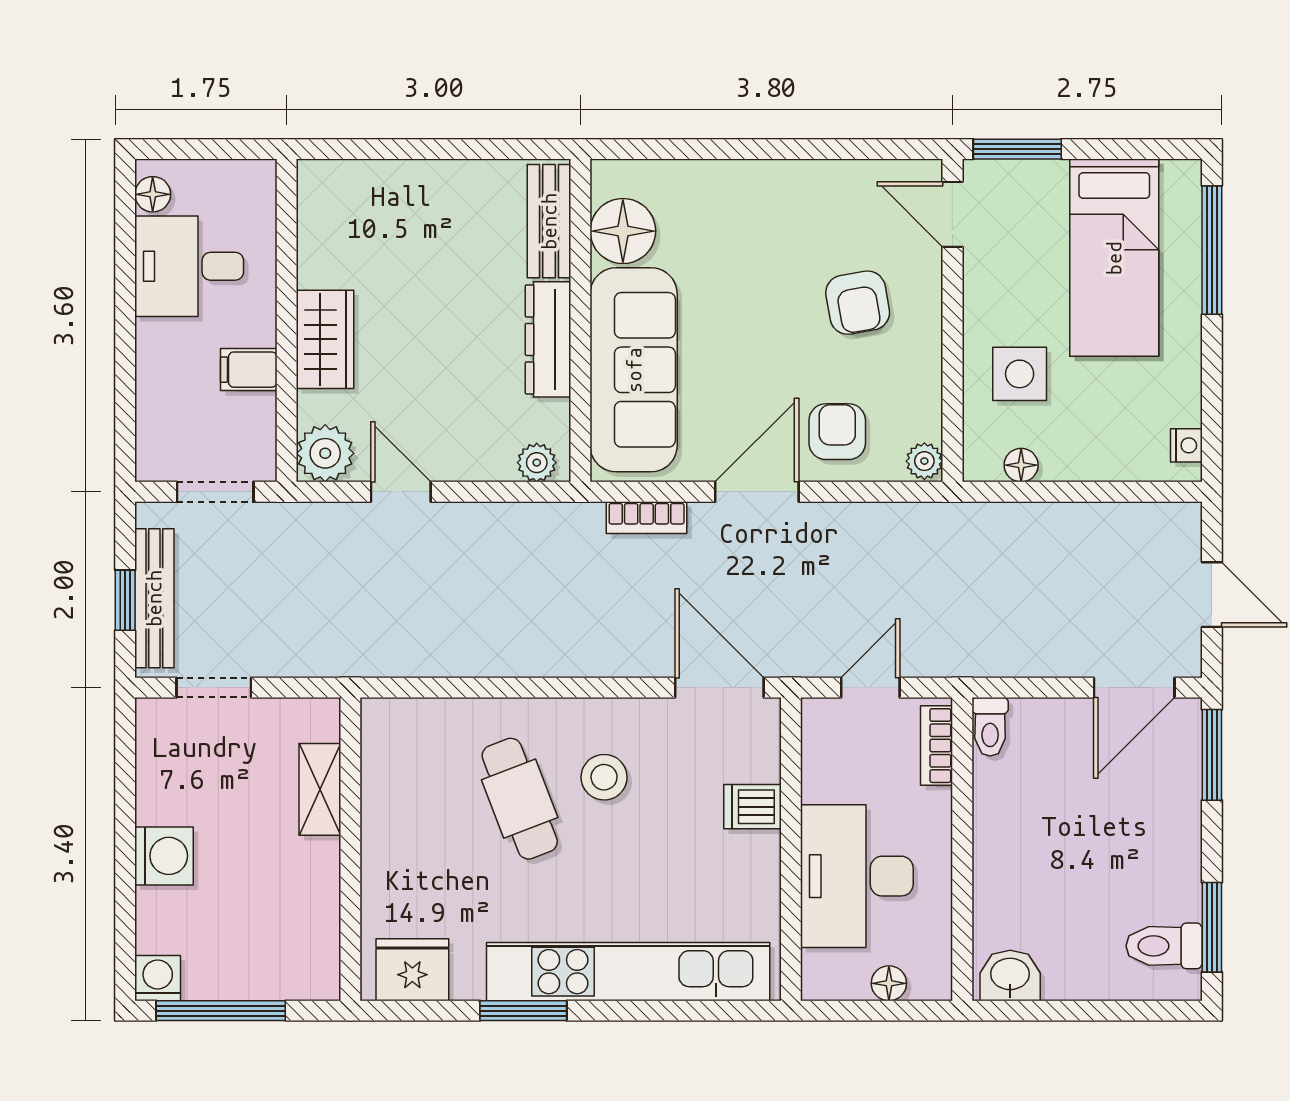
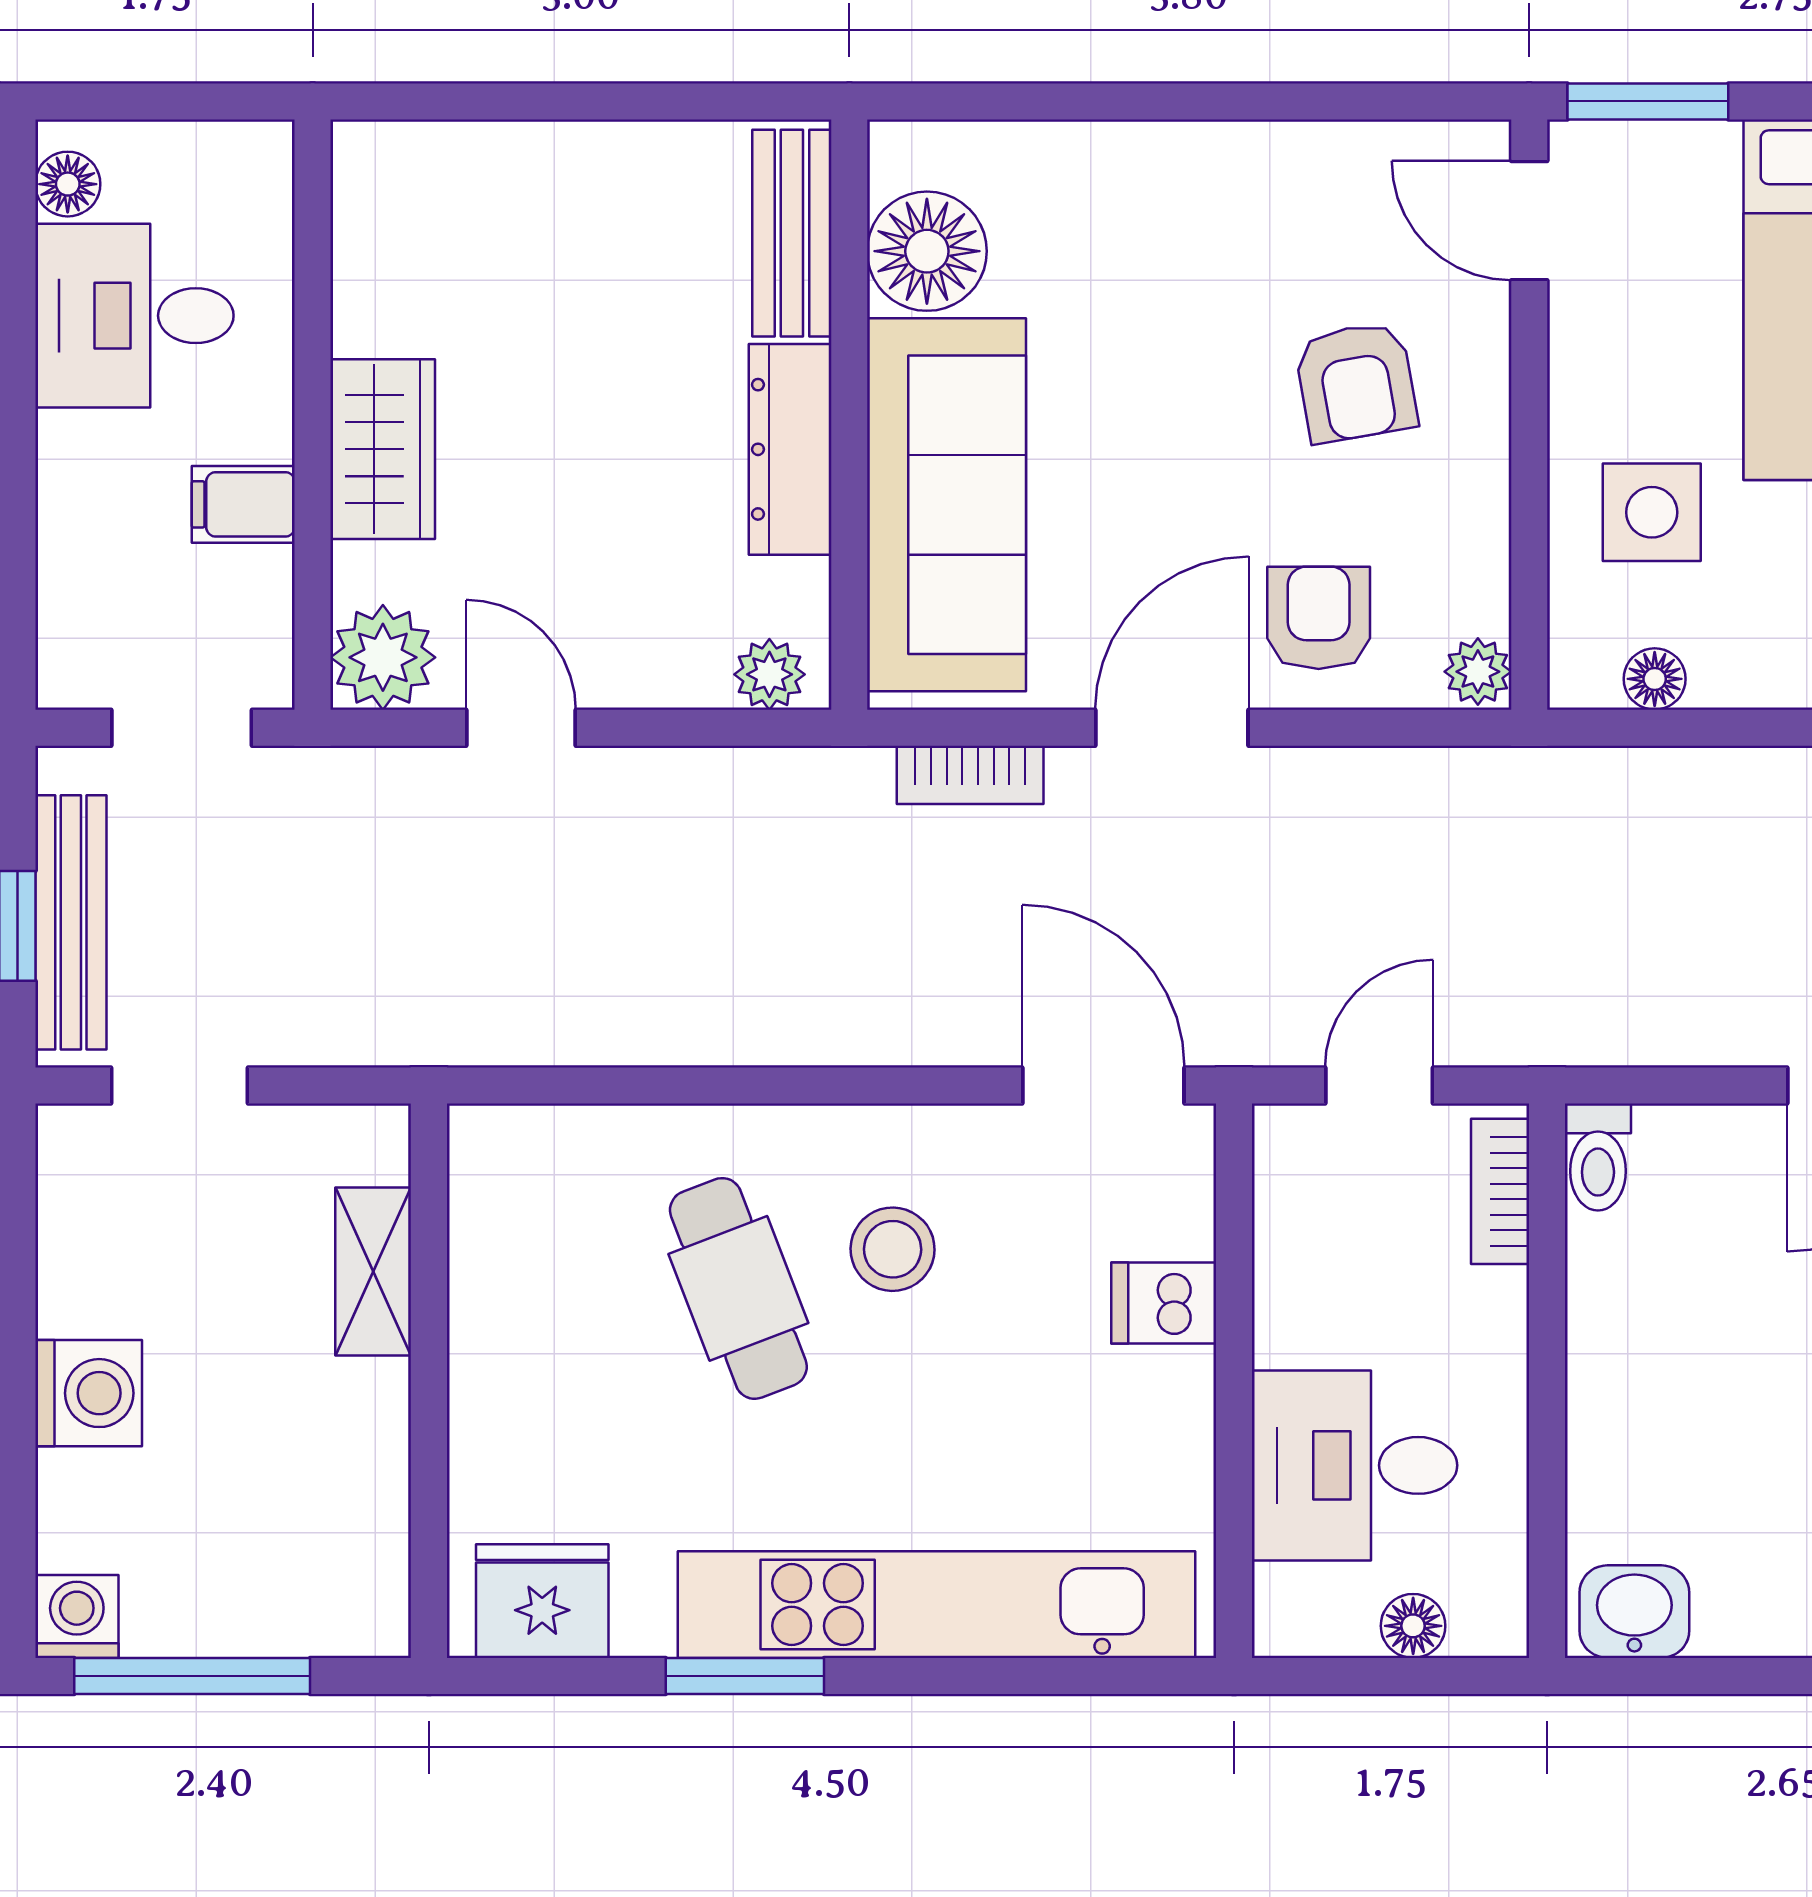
desk: (857, 876) -> (1355, 1465), width x0.73

